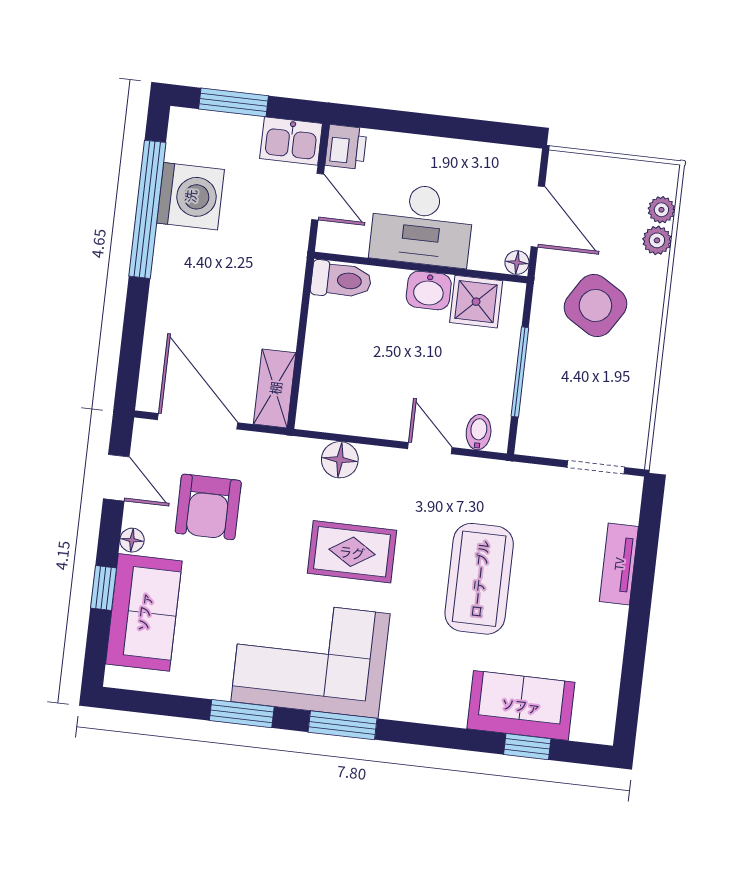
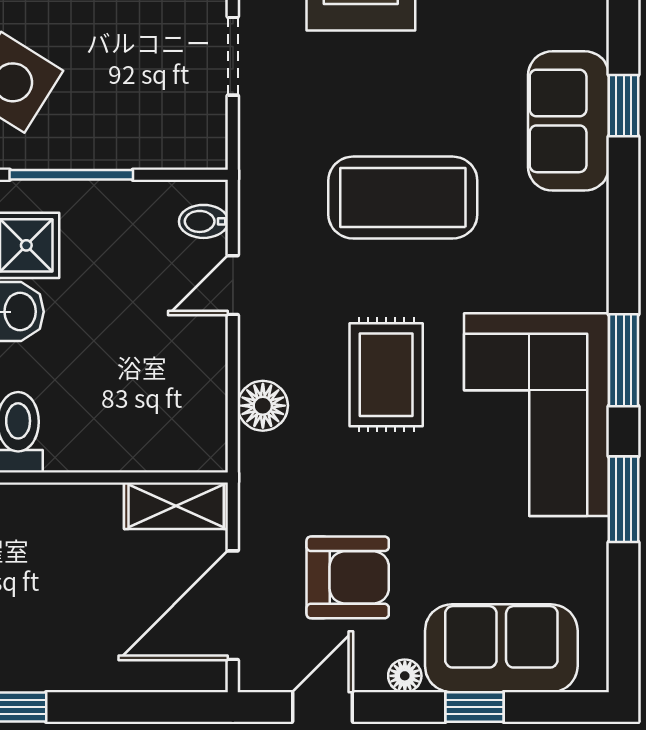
window: (520, 372) -> (71, 175), moved

